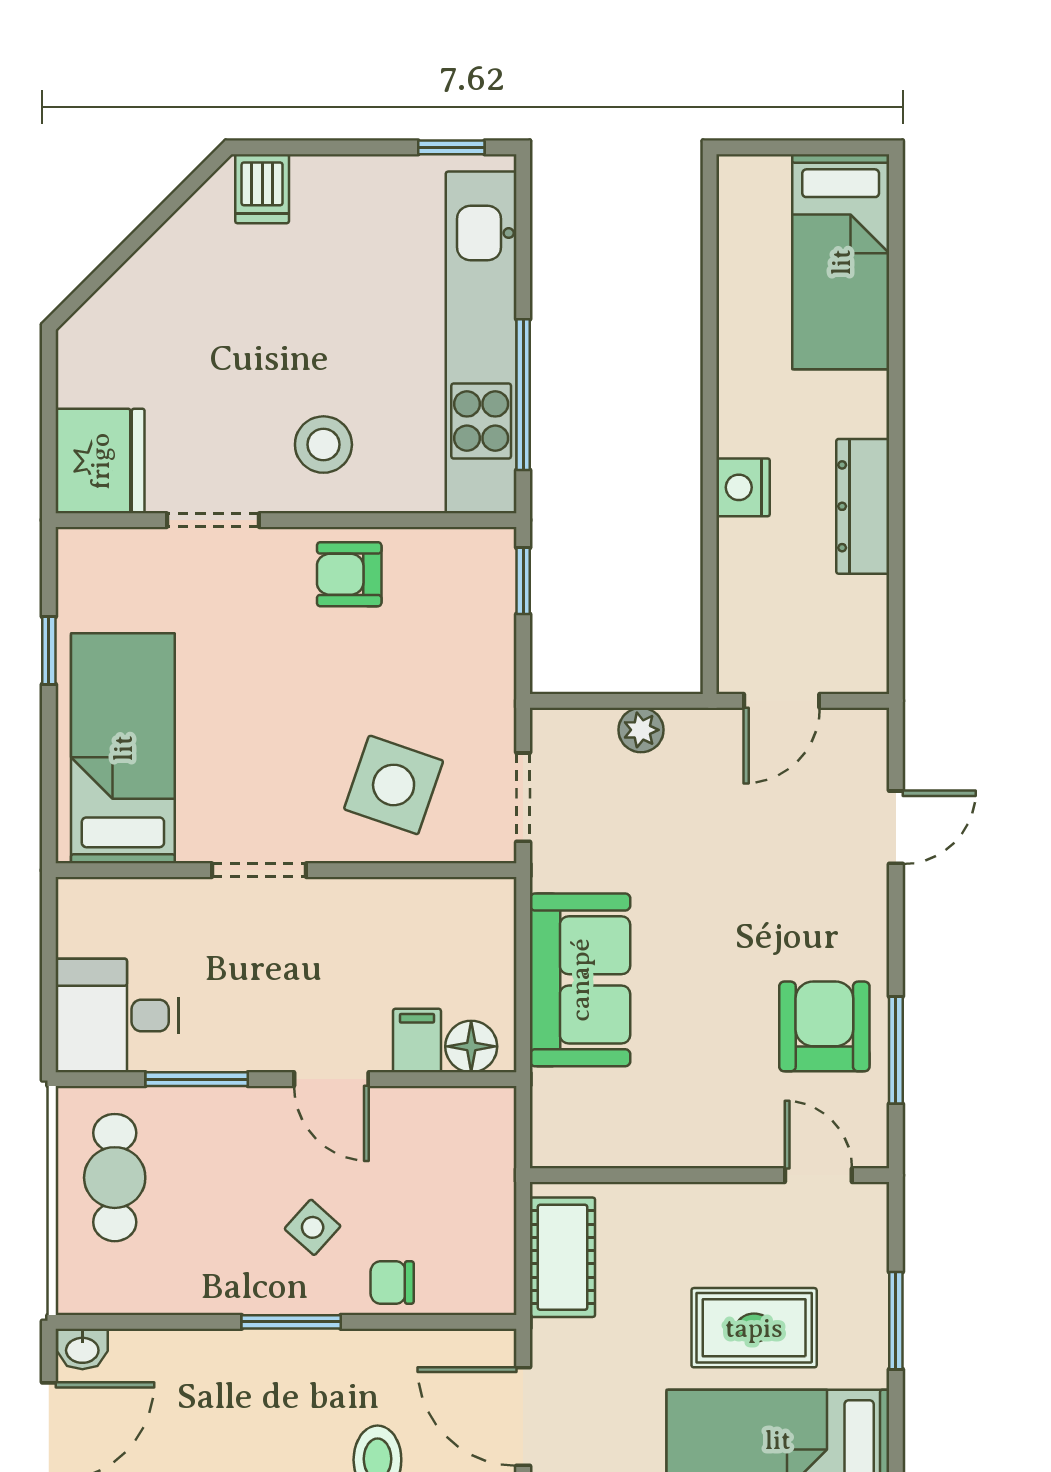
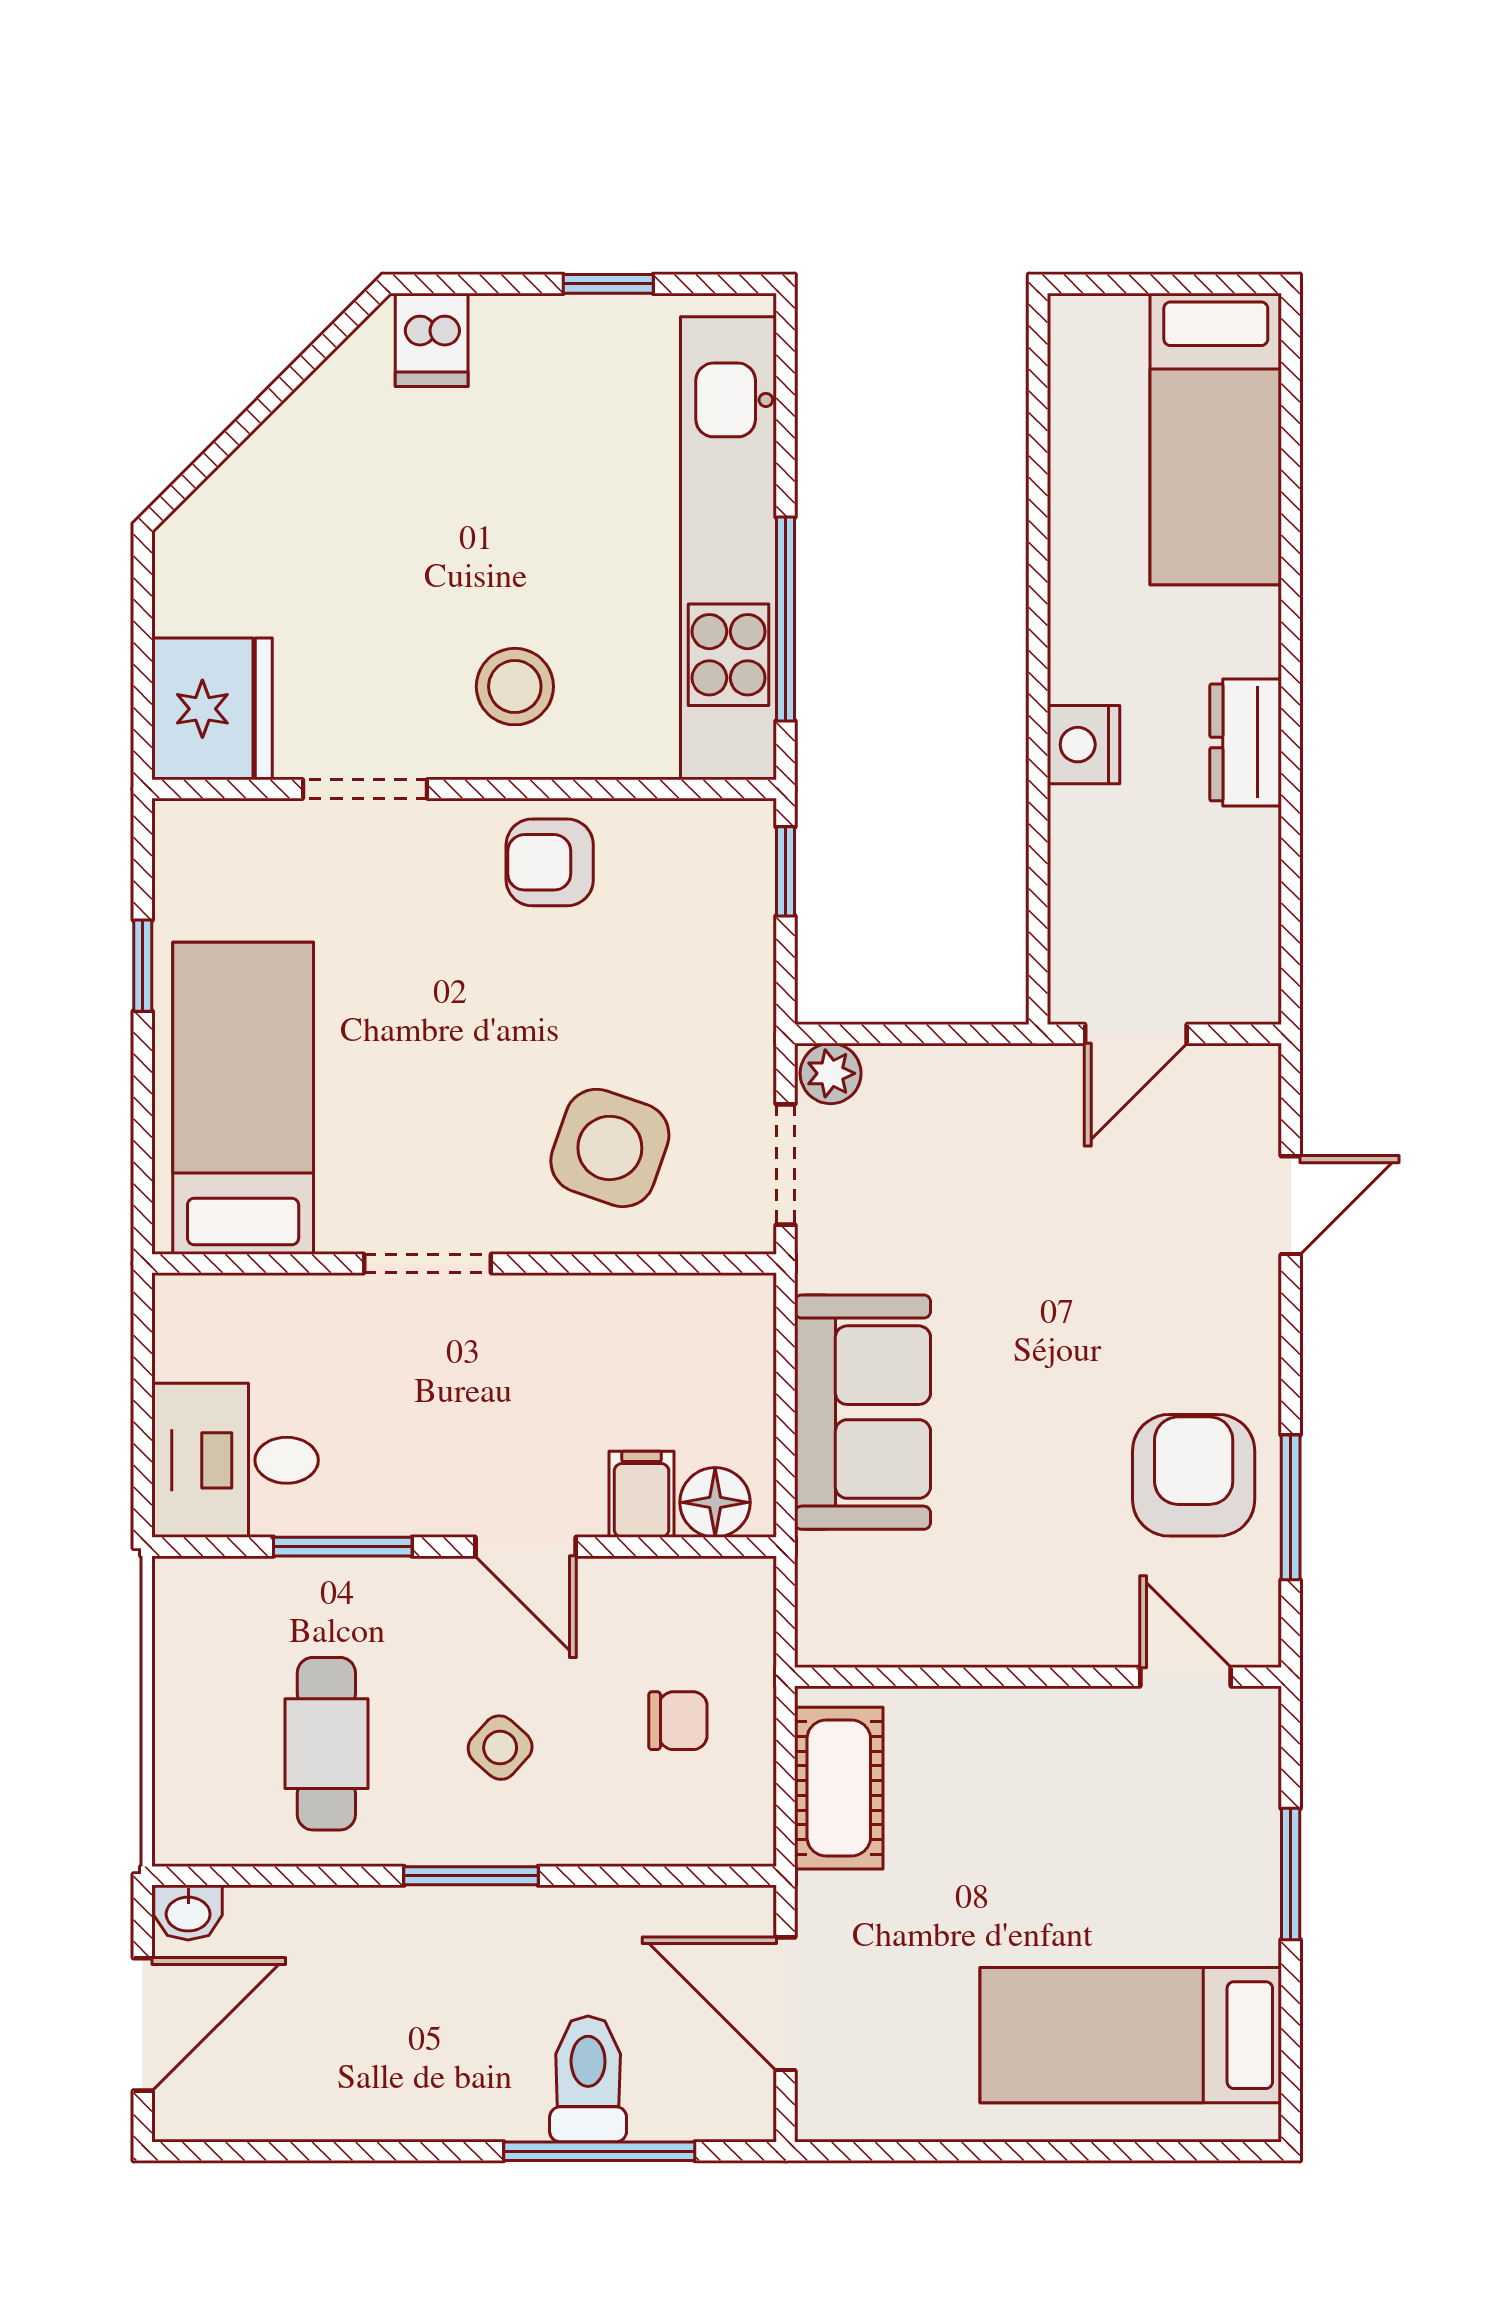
window: (451, 147) -> (608, 284), moved
dresser: (863, 506) -> (1246, 742), width x0.70
plant: (641, 730) -> (831, 1073), moved
cafe table: (115, 1178) -> (326, 1744), moved
chair: (392, 1283) -> (678, 1721), moved, turned 180
rug: (754, 1328) -> (1098, 1884), removed

